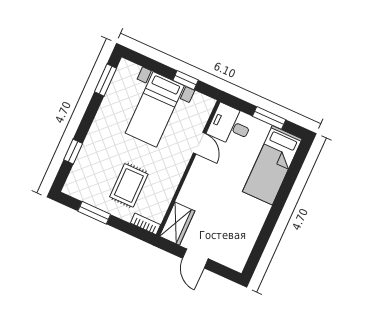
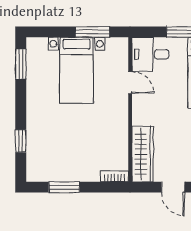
window: (186, 80) -> (92, 32), width x1.50
rug: (129, 185) -> (84, 149), removed
wardrobe: (177, 224) -> (143, 154), width x1.50

